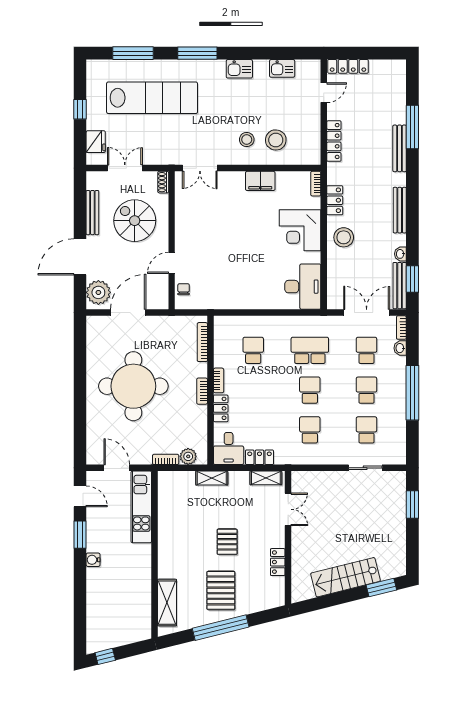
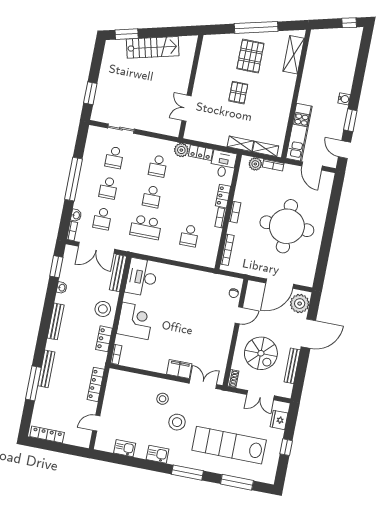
locker: (348, 66) -> (47, 434), moved
stool: (276, 140) -> (177, 422), moved
filing cabinet: (260, 181) -> (179, 369), moved
bench: (400, 286) -> (118, 273), moved
plant: (284, 456) -> (181, 150), added
shelving: (266, 478) -> (266, 149), moved
locker: (278, 562) -> (202, 69), removed

